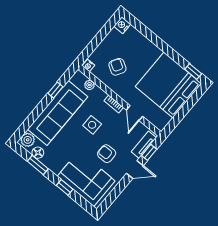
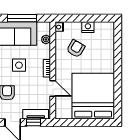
nightstand: (122, 25) -> (88, 27), moved
window: (193, 71) -> (118, 106), removed
window: (55, 90) -> (22, 18), width x2.17
door: (135, 113) -> (53, 89), swing flipped

